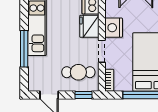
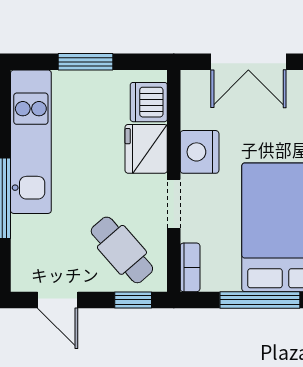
cafe table: (78, 72) -> (122, 250), turned 49

